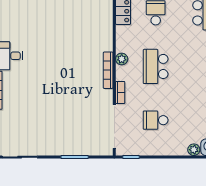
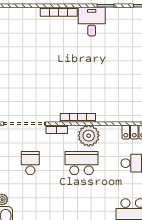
plant: (122, 59) -> (89, 136), width x1.88, depth x1.88

